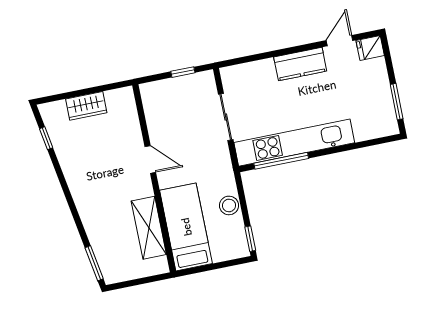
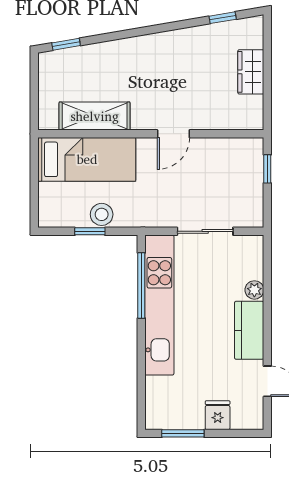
fridge: (370, 48) -> (218, 415), moved
plant: (266, 66) -> (254, 290), added
window: (183, 72) -> (267, 169), moved
window: (250, 239) -> (90, 231), moved
window: (94, 263) -> (66, 44), width x0.67

